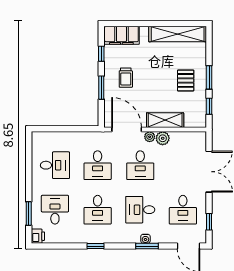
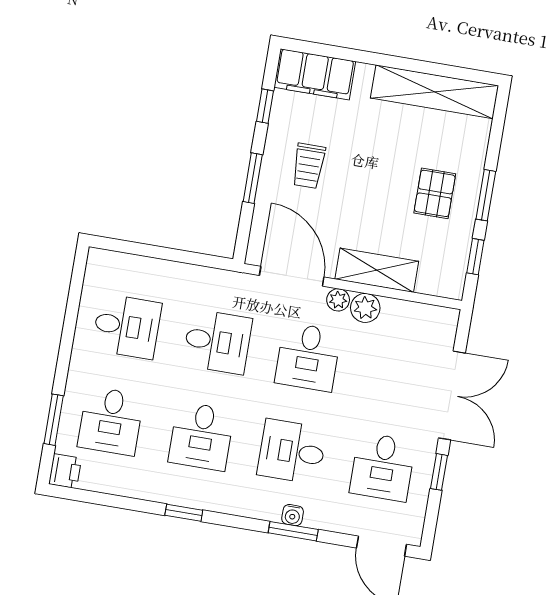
desk: (98, 165) -> (217, 342), turned -90
desk: (55, 210) -> (111, 421), turned 180
window: (209, 222) -> (439, 472), moved

